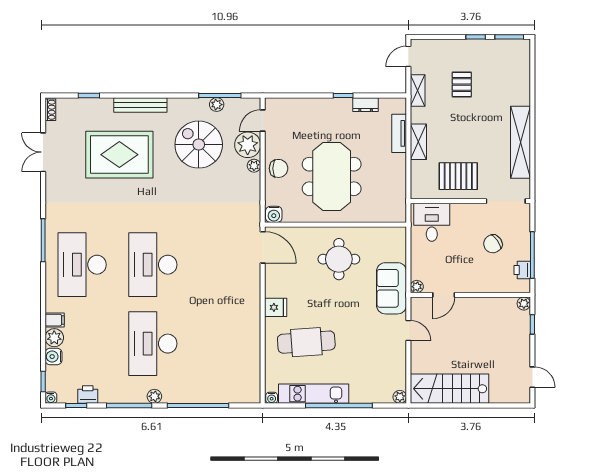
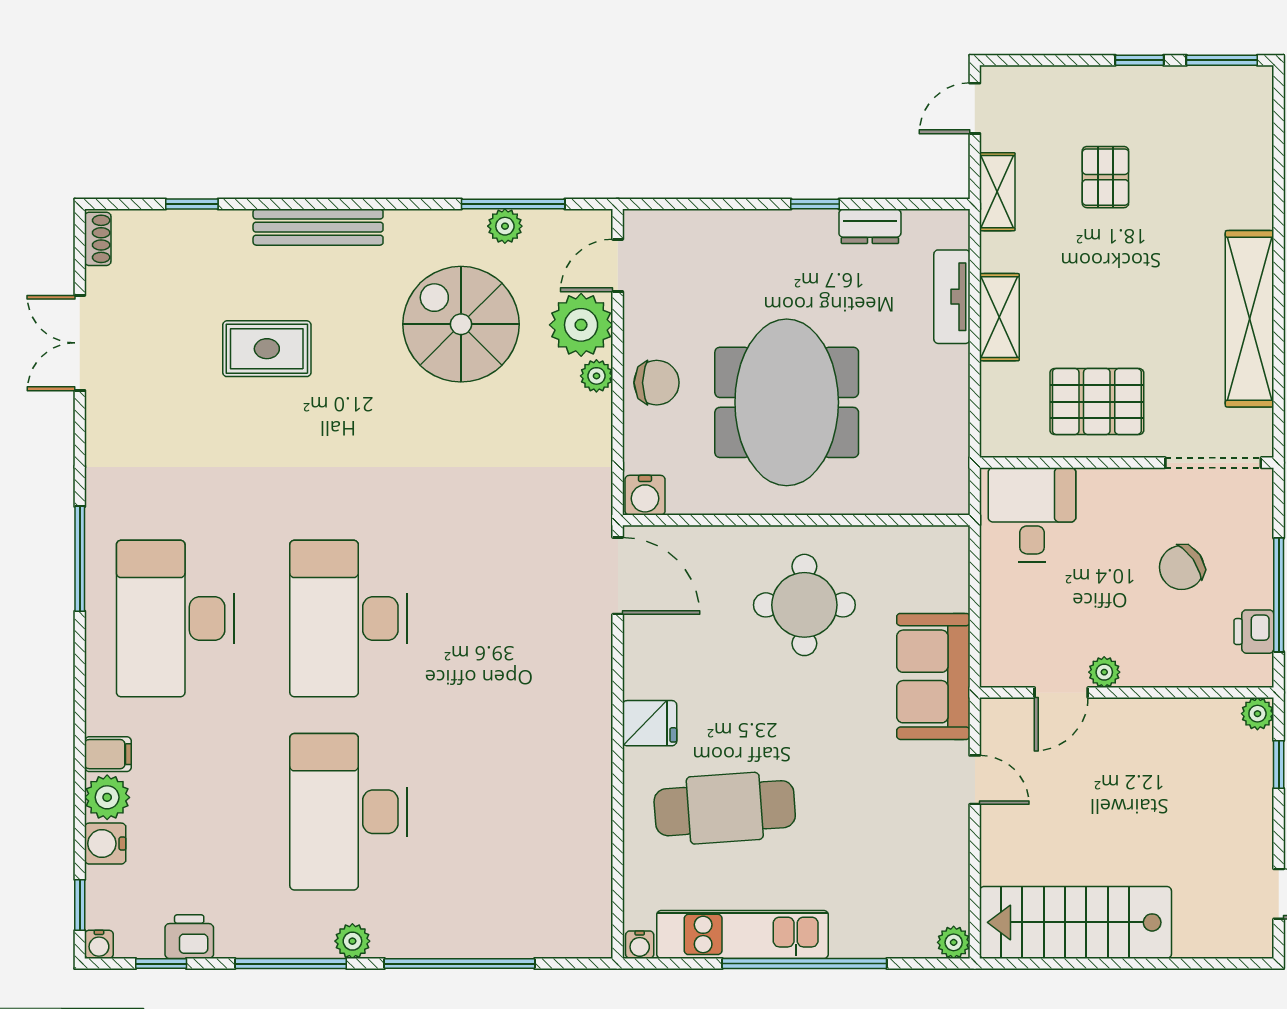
rug: (119, 155) -> (267, 349), width x0.54, depth x0.49
plant: (417, 287) -> (1104, 672), moved

